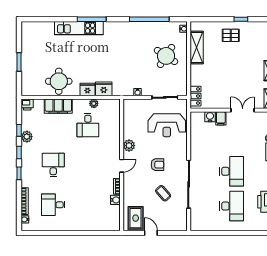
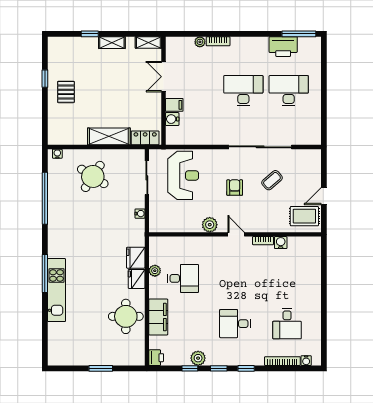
shelving: (197, 48) -> (109, 136), moved

